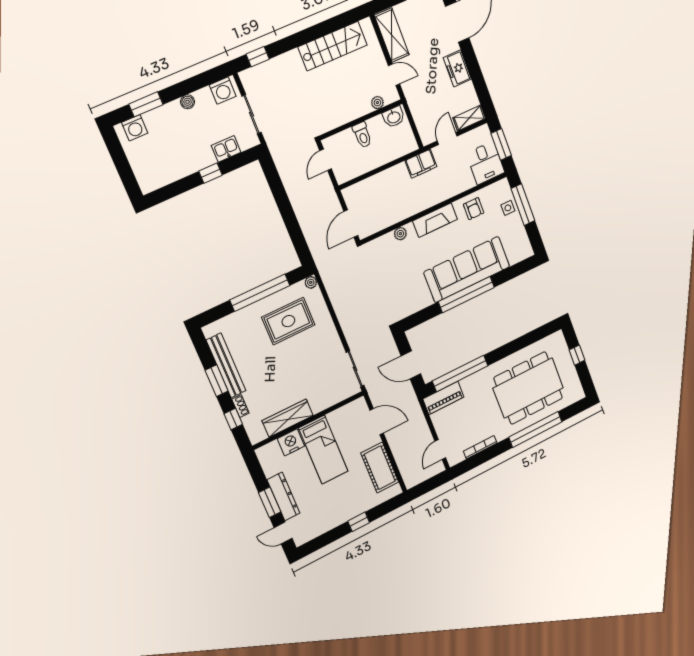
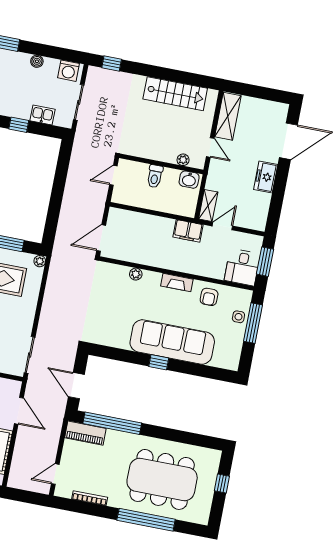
shelving: (469, 118) -> (208, 206), moved, turned 90
fireplace: (435, 220) -> (177, 283), width x0.73, depth x0.76
window: (466, 295) -> (159, 362), width x0.32

